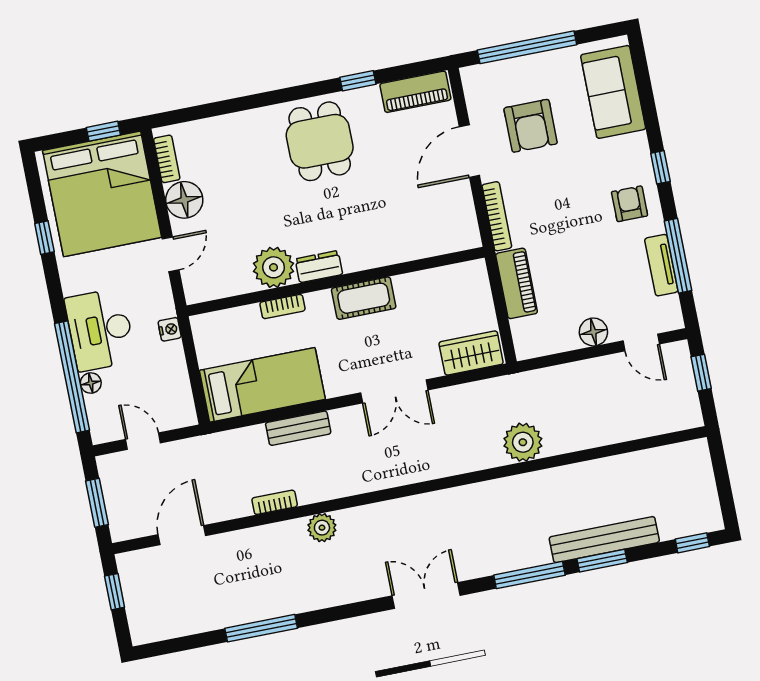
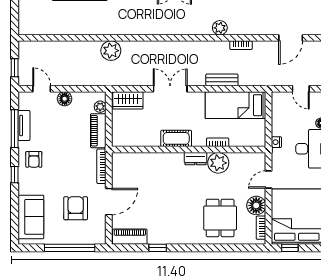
dining table: (320, 141) -> (220, 218), moved
plant: (522, 330) -> (100, 107), added

